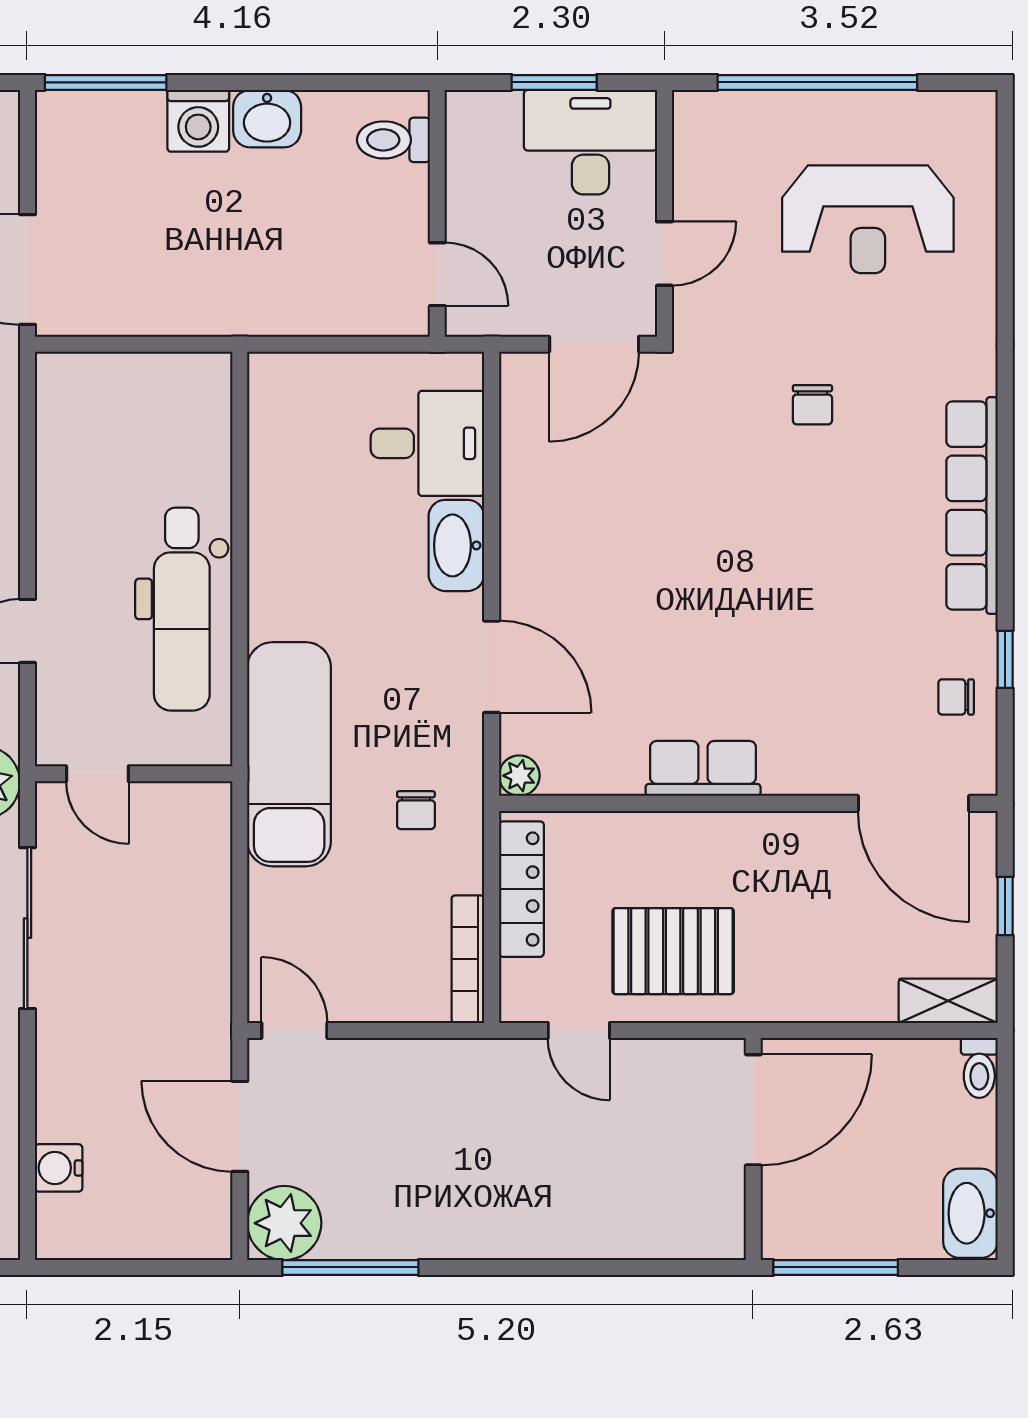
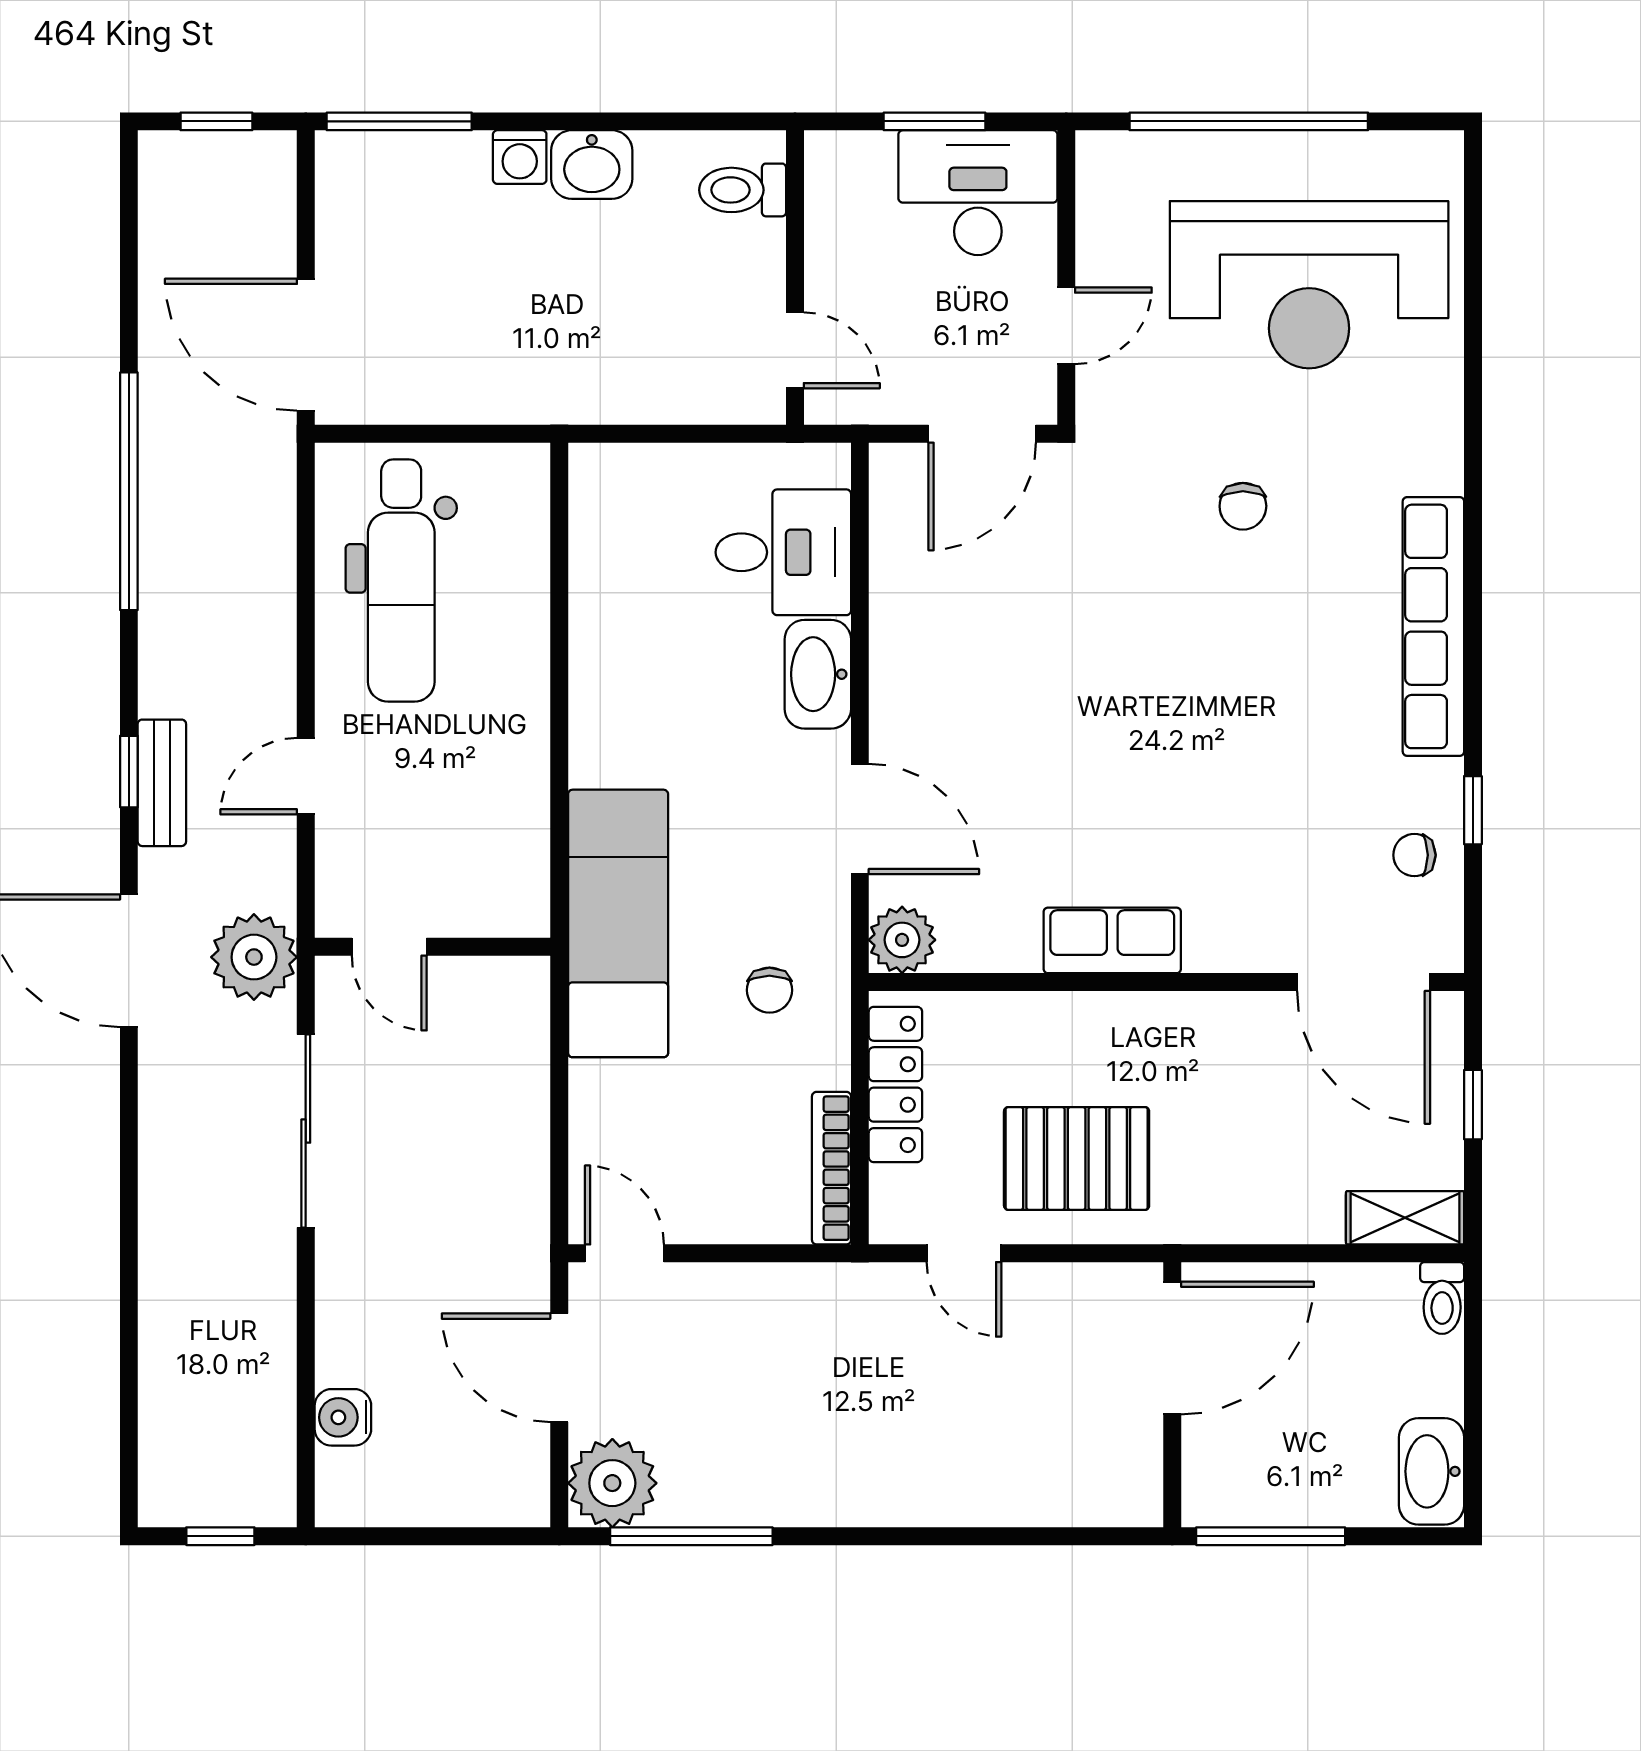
washing machine: (198, 121) -> (520, 157), width x0.73, depth x0.73
reception desk: (868, 219) -> (1309, 285), width x1.36, depth x1.30
dental chair: (182, 609) -> (401, 580), moved
plant: (519, 776) -> (902, 940), width x1.38, depth x1.38

